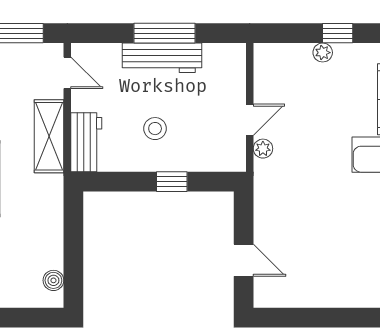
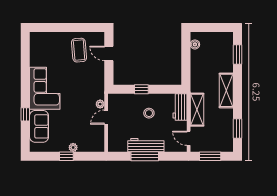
coffee table: (310, 268) -> (79, 50), added

